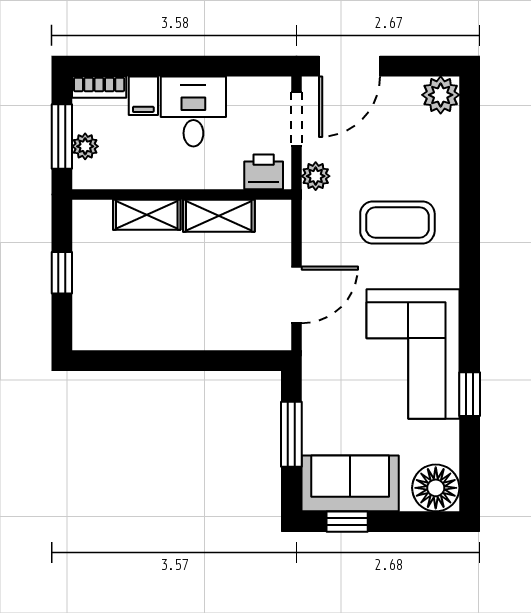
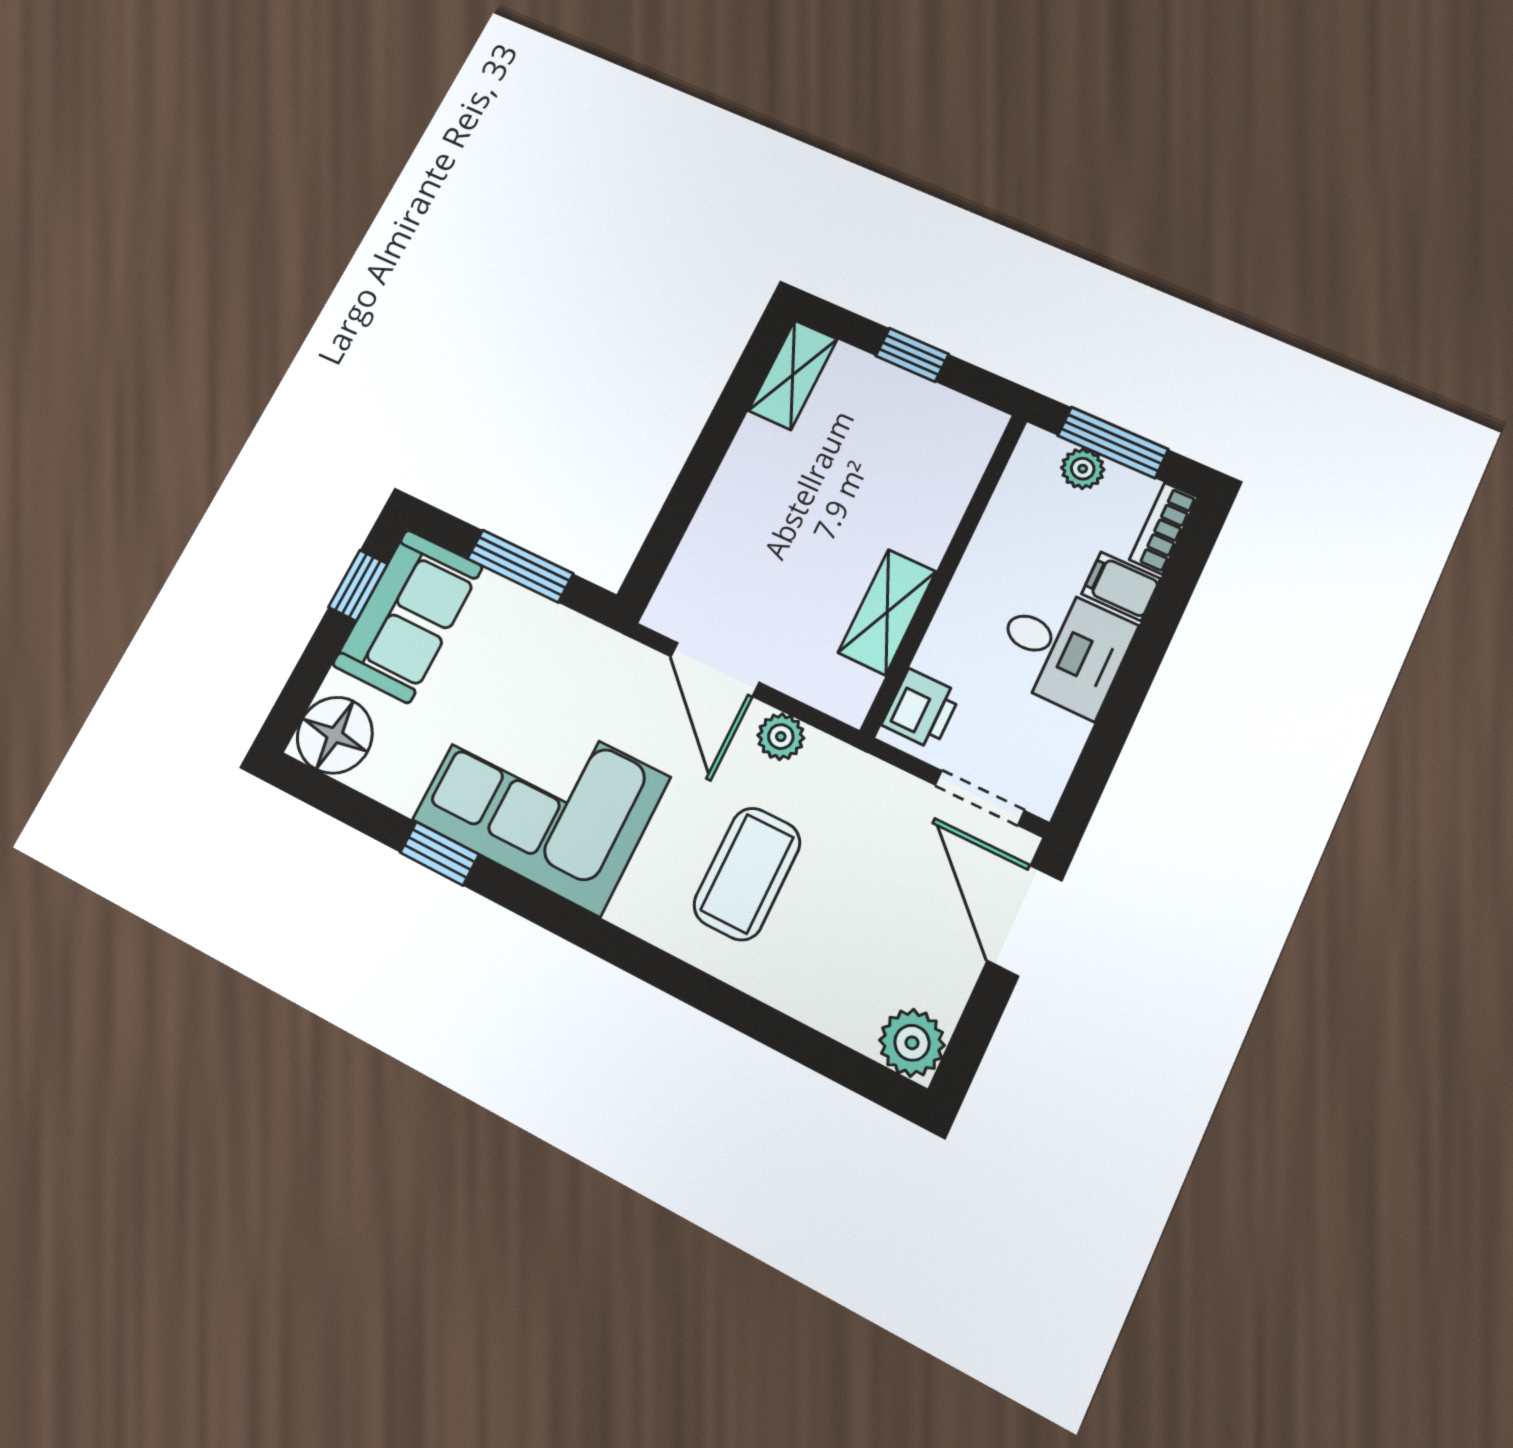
plant: (316, 176) -> (781, 737), moved
shelving: (147, 215) -> (793, 375), moved

